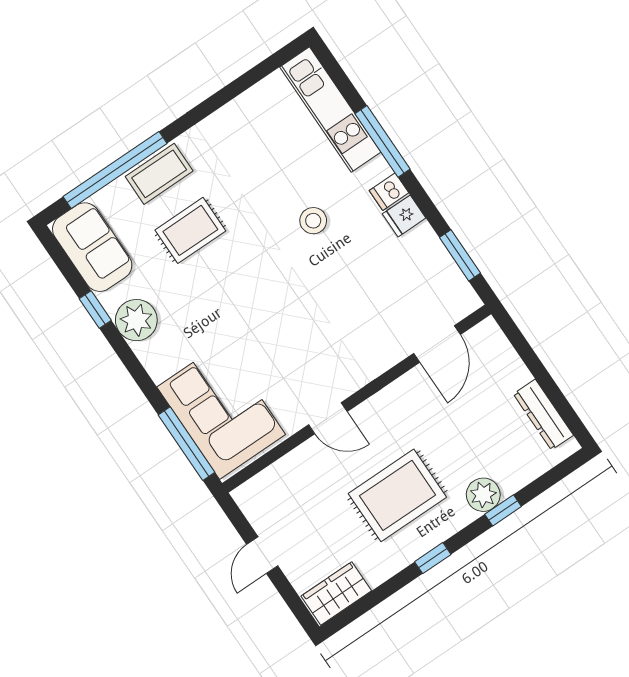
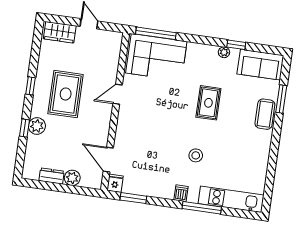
window: (115, 170) -> (281, 99), width x0.47
fridge: (404, 216) -> (115, 183), moved
rug: (190, 230) -> (208, 103), moved
plant: (136, 320) -> (224, 52), width x0.53, depth x0.53
plant: (512, 373) -> (72, 178), added
dresser: (543, 415) -> (51, 176), width x0.70
wardrobe: (336, 593) -> (60, 32), moved, turned 90

